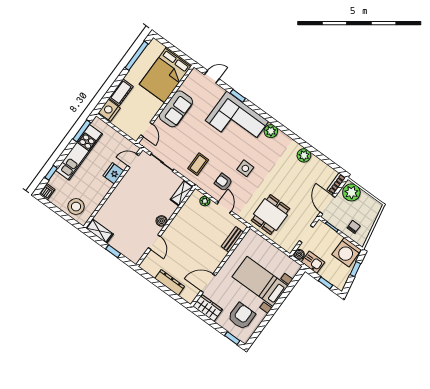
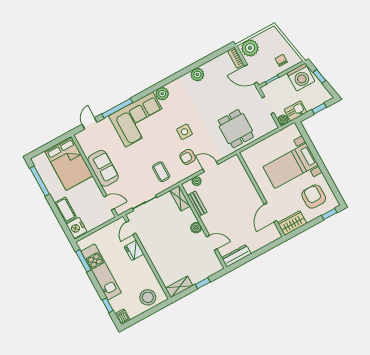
window: (238, 96) -> (117, 108), width x2.17
bench: (232, 239) -> (197, 204), moved
dresser: (170, 283) -> (236, 256), moved

